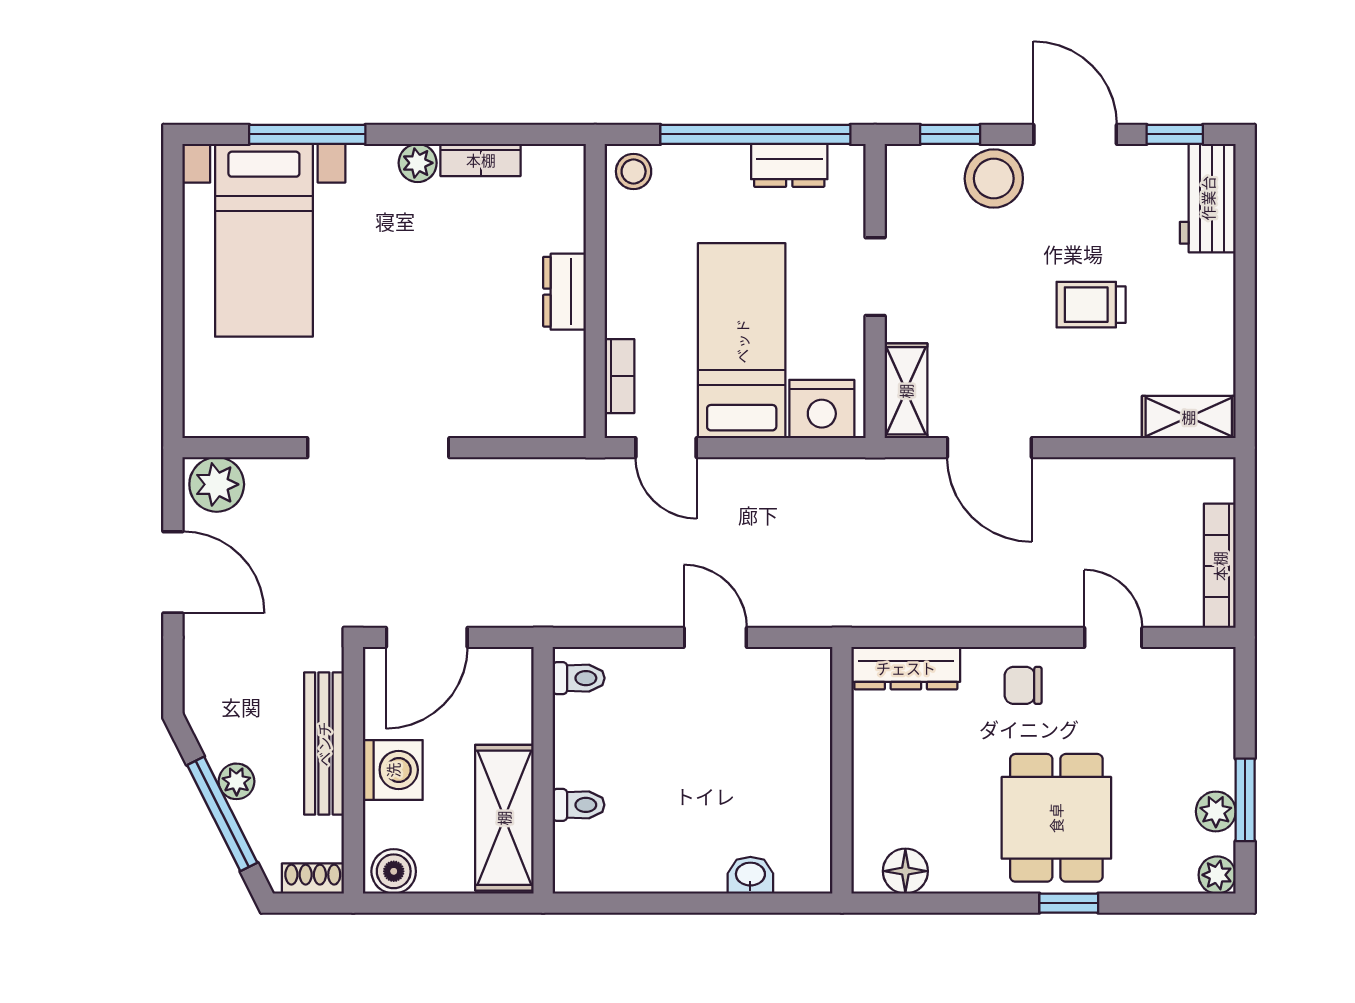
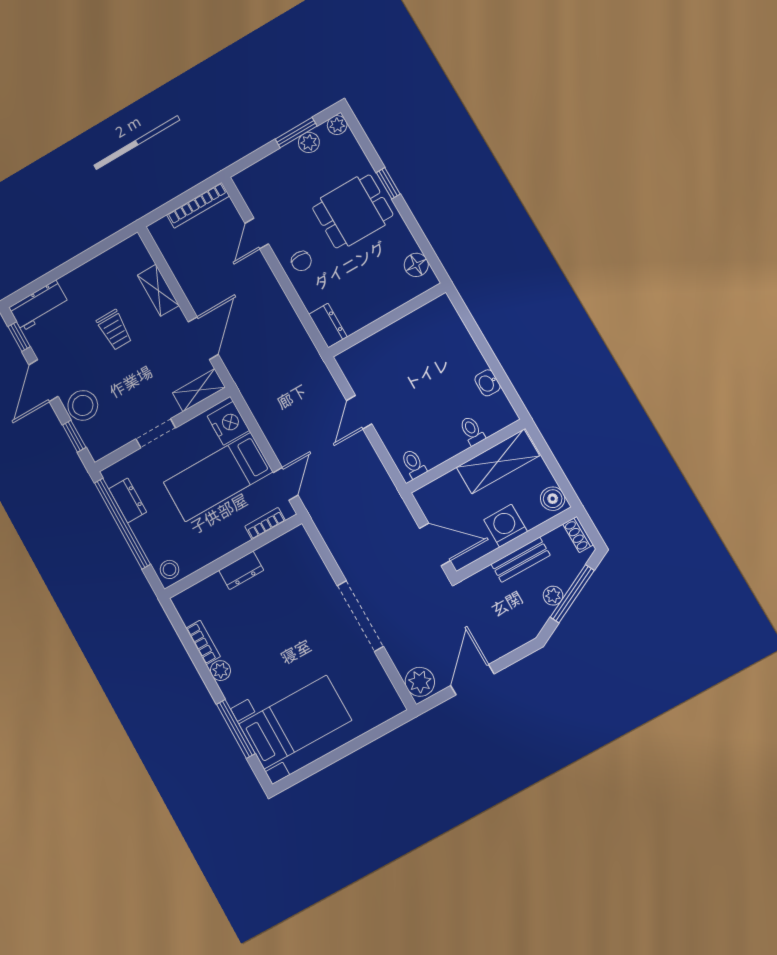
shelving: (1189, 417) -> (158, 290), moved
dresser: (906, 668) -> (328, 326), width x0.70
bench: (324, 744) -> (521, 560), width x0.73
washbasin: (750, 875) -> (488, 383), moved

